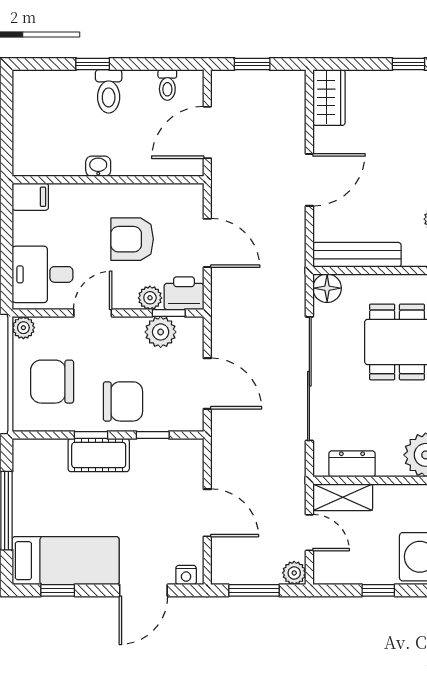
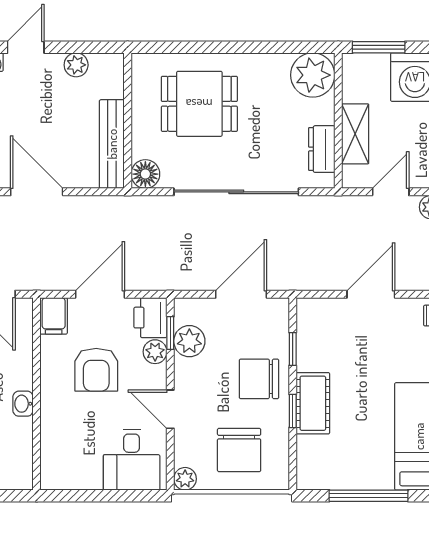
filing cabinet: (30, 197) -> (54, 316), moved, turned 180
chair: (123, 401) -> (259, 379), turned -90
shelving: (343, 497) -> (355, 134), moved

